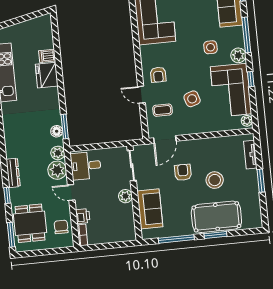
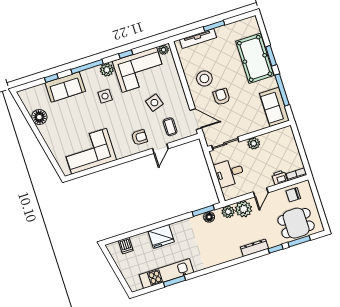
dishwasher: (47, 56) -> (126, 246), moved
tv unit: (250, 155) -> (198, 39), width x1.41
desk: (86, 166) -> (229, 173), moved, turned 90
armchair: (183, 172) -> (222, 97), turned 90
stool: (215, 180) -> (204, 78), moved
sofa: (150, 209) -> (274, 107), moved, turned -90
window: (11, 235) -> (299, 241), moved

